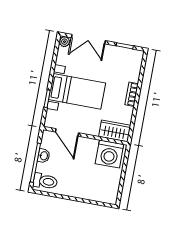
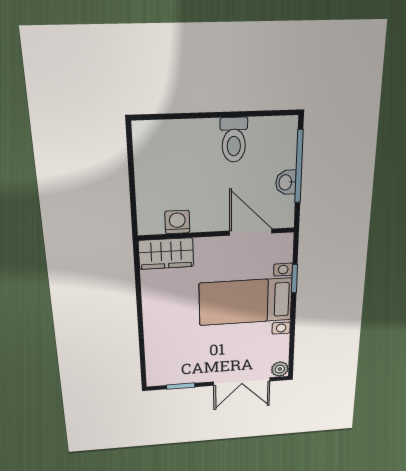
double door: (88, 39) -> (242, 381), swing flipped
bookcase: (132, 94) -> (151, 319), removed
washing machine: (109, 154) -> (177, 222), width x0.53, depth x0.53
toilet: (45, 181) -> (234, 140), moved, turned -90

